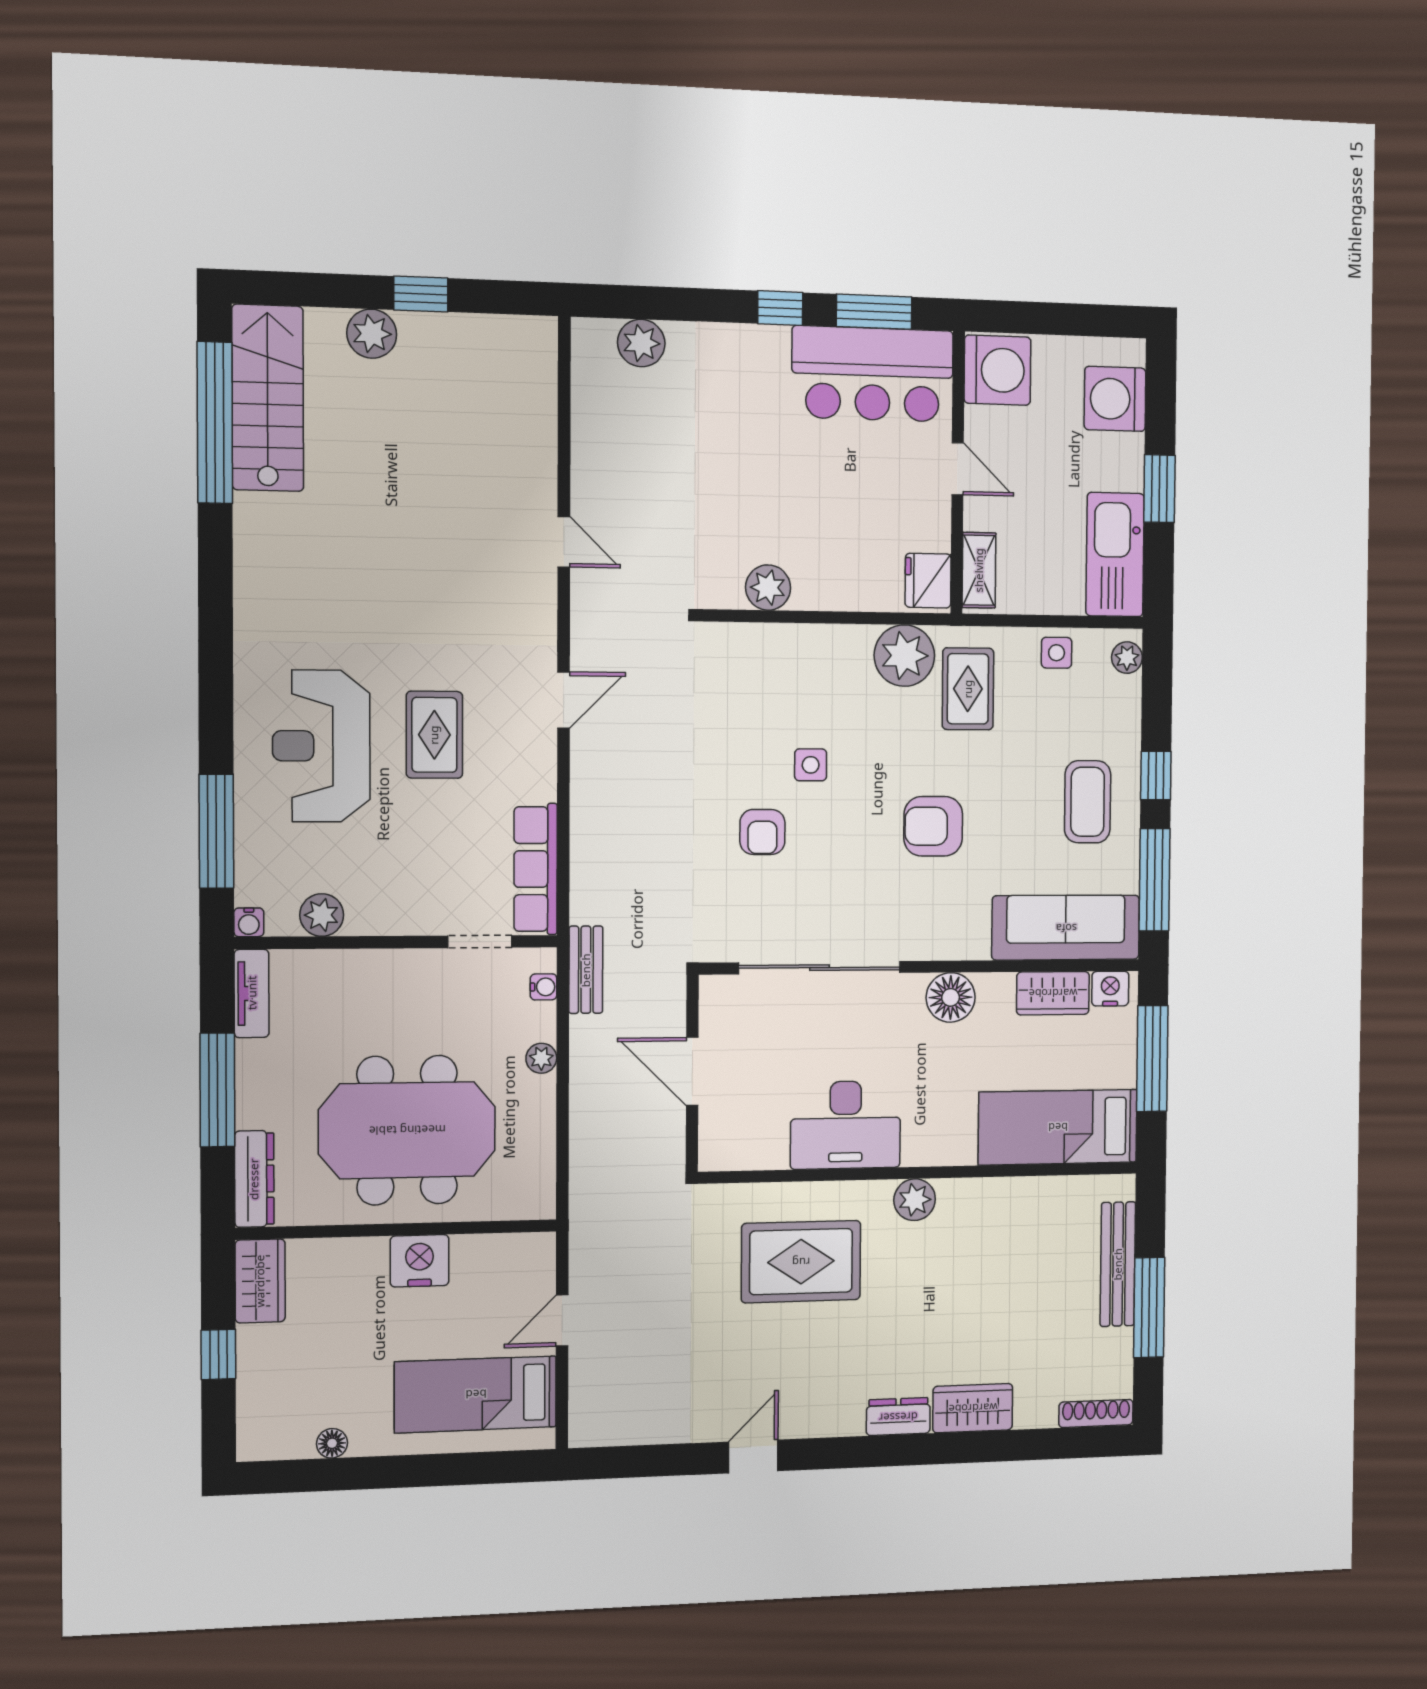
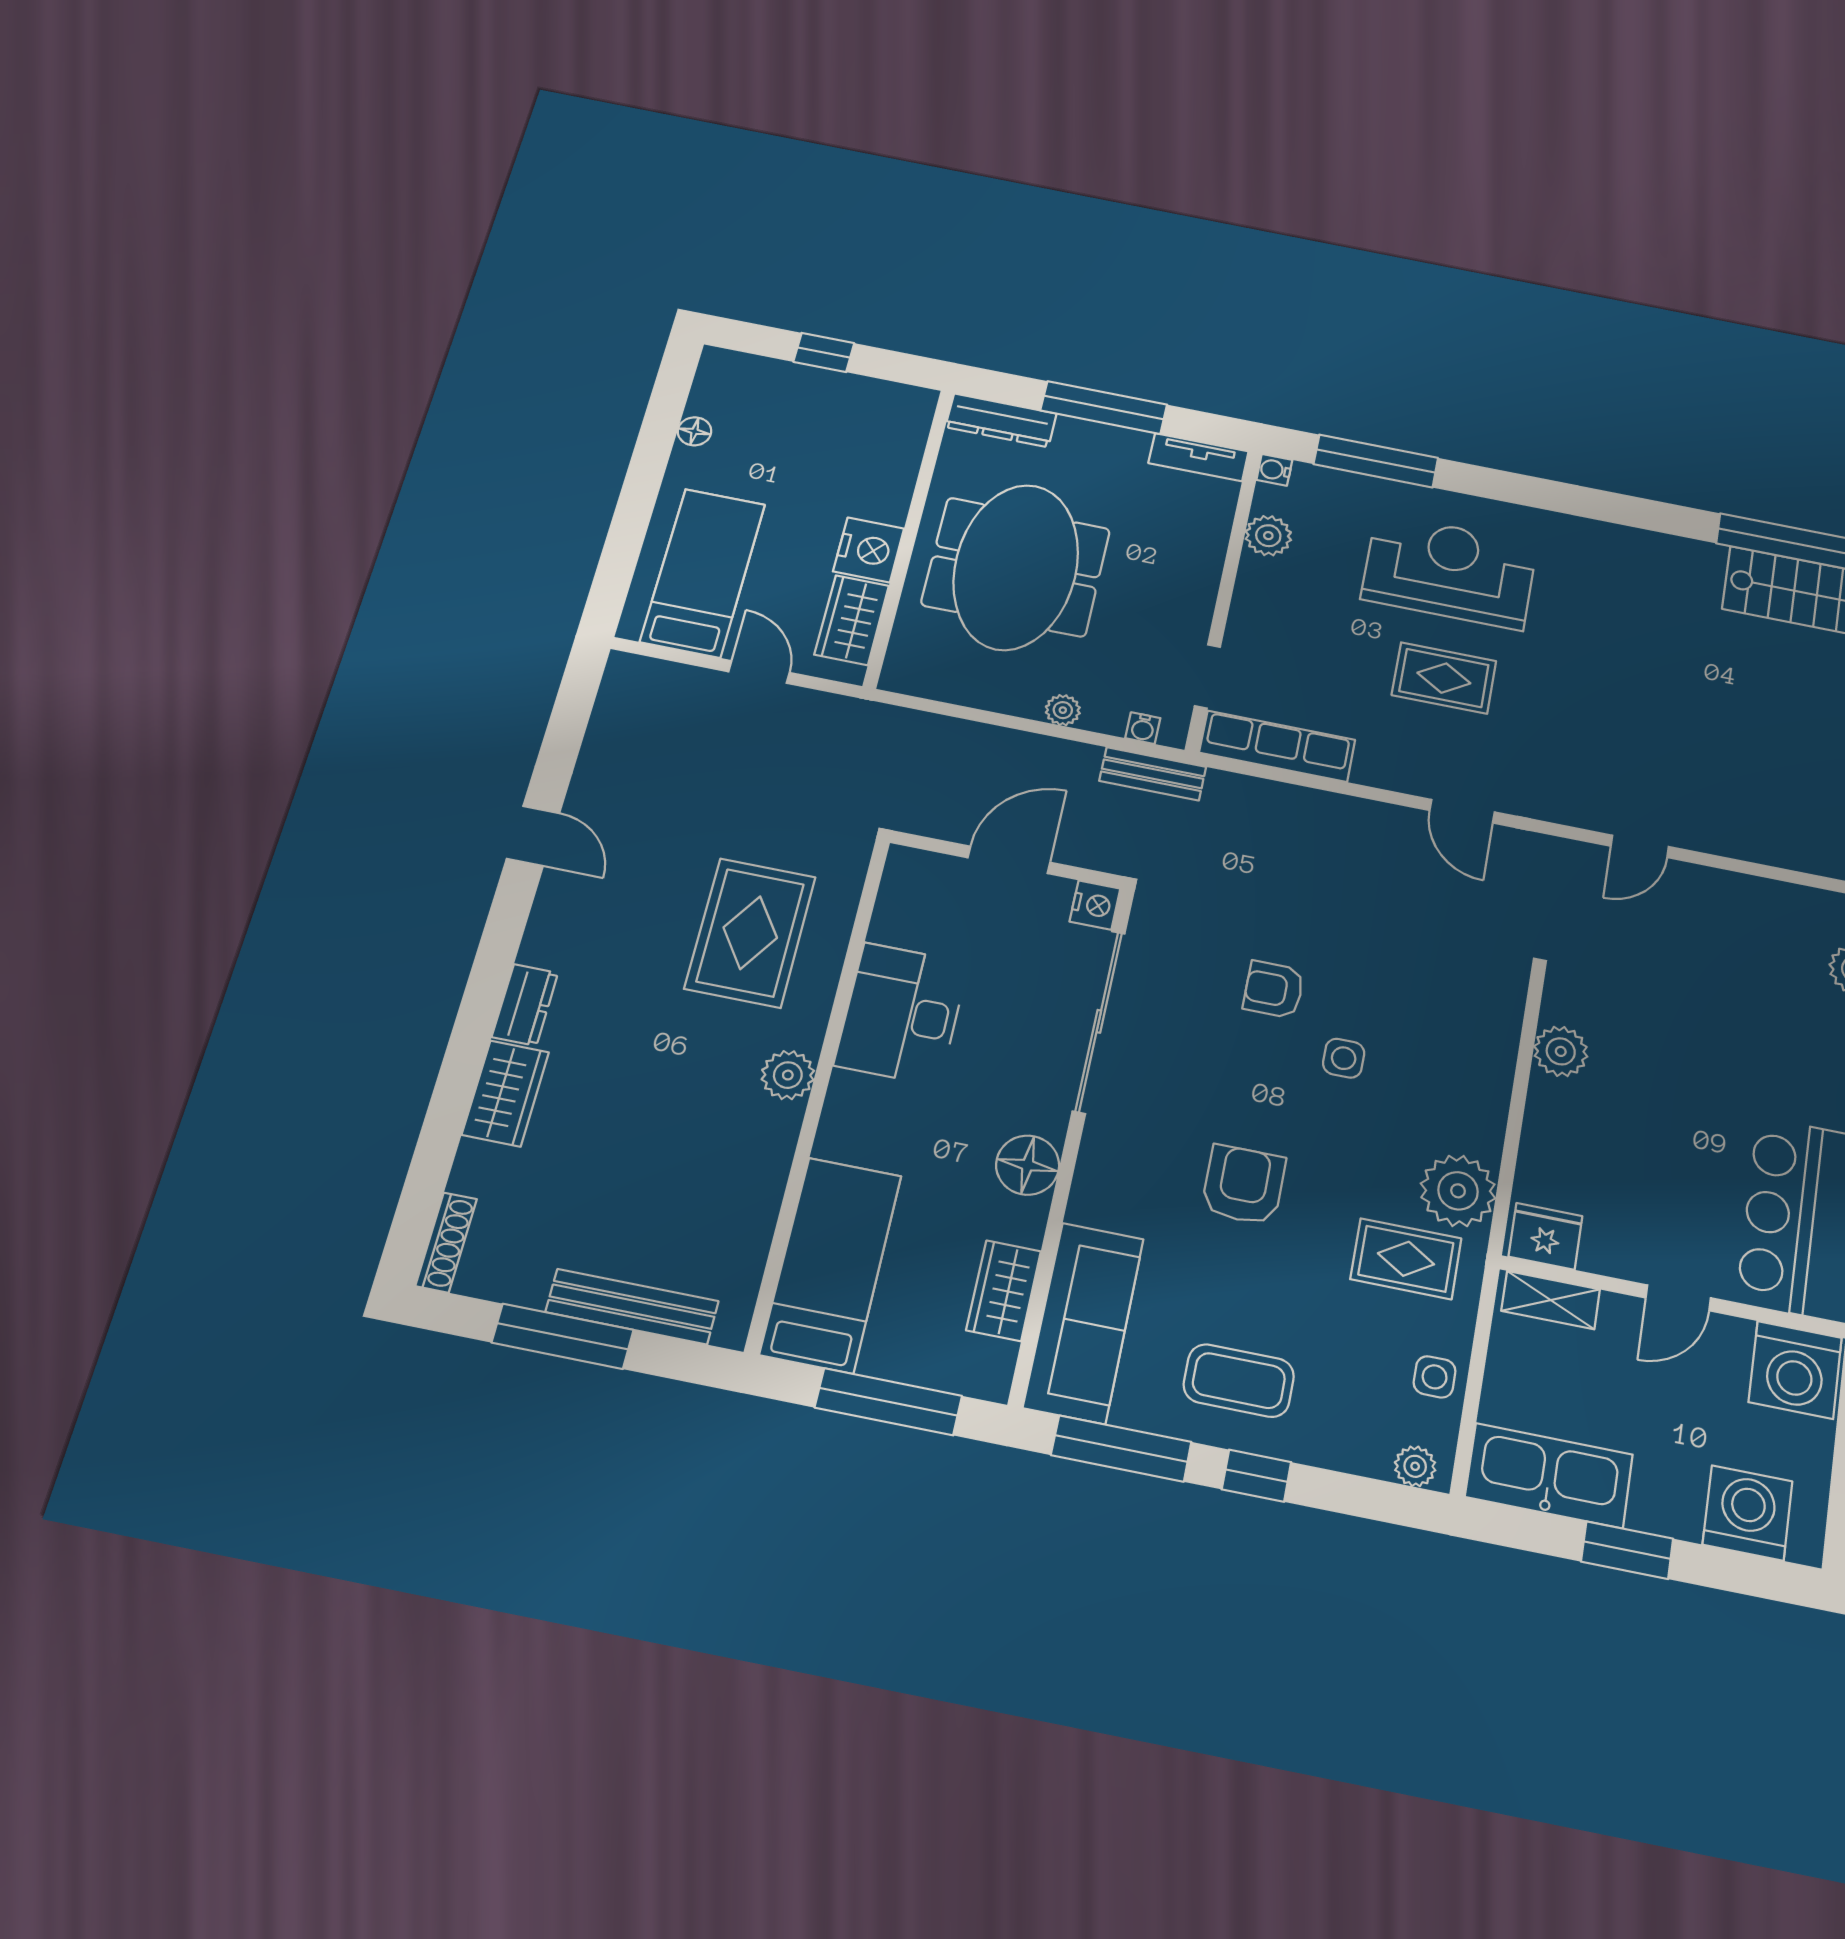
nightstand: (1110, 989) -> (1095, 905), moved
wardrobe: (260, 1281) -> (852, 620), moved, turned 90

